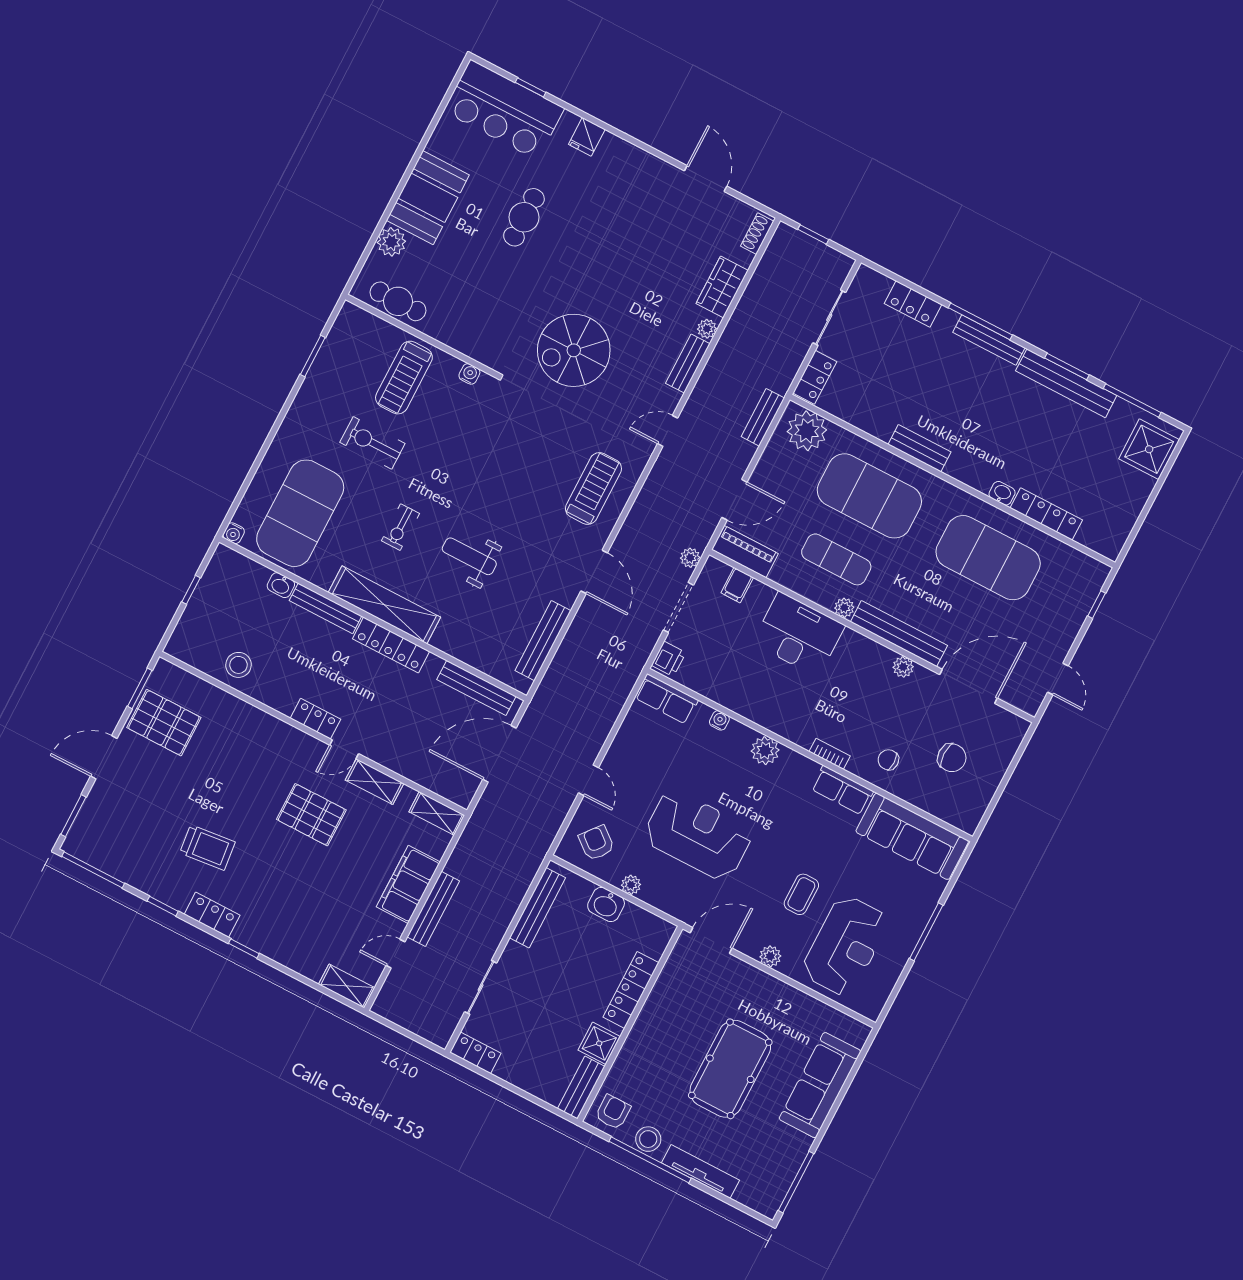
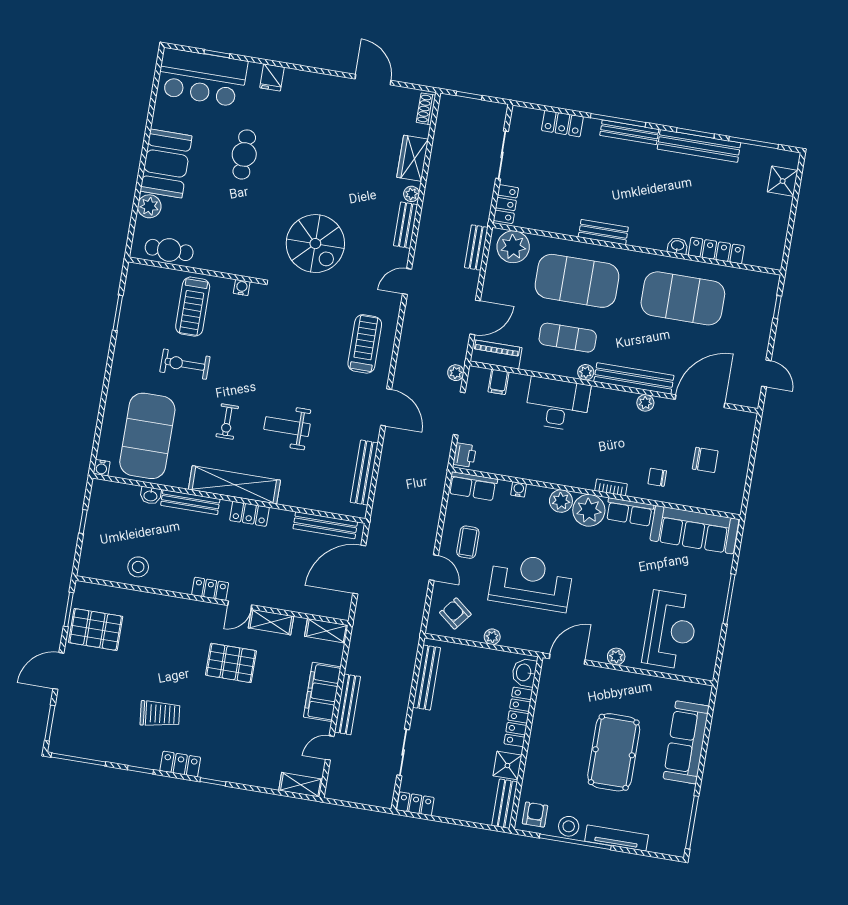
spiral stairs: (574, 350) -> (315, 244), turned -90
shower: (1149, 449) -> (783, 181), width x0.73, depth x0.73
locker: (391, 645) -> (249, 514), width x0.66
plant: (795, 772) -> (589, 510), added
coffee table: (801, 894) -> (468, 542), moved
washbasin: (606, 905) -> (524, 673), moved, turned 90

